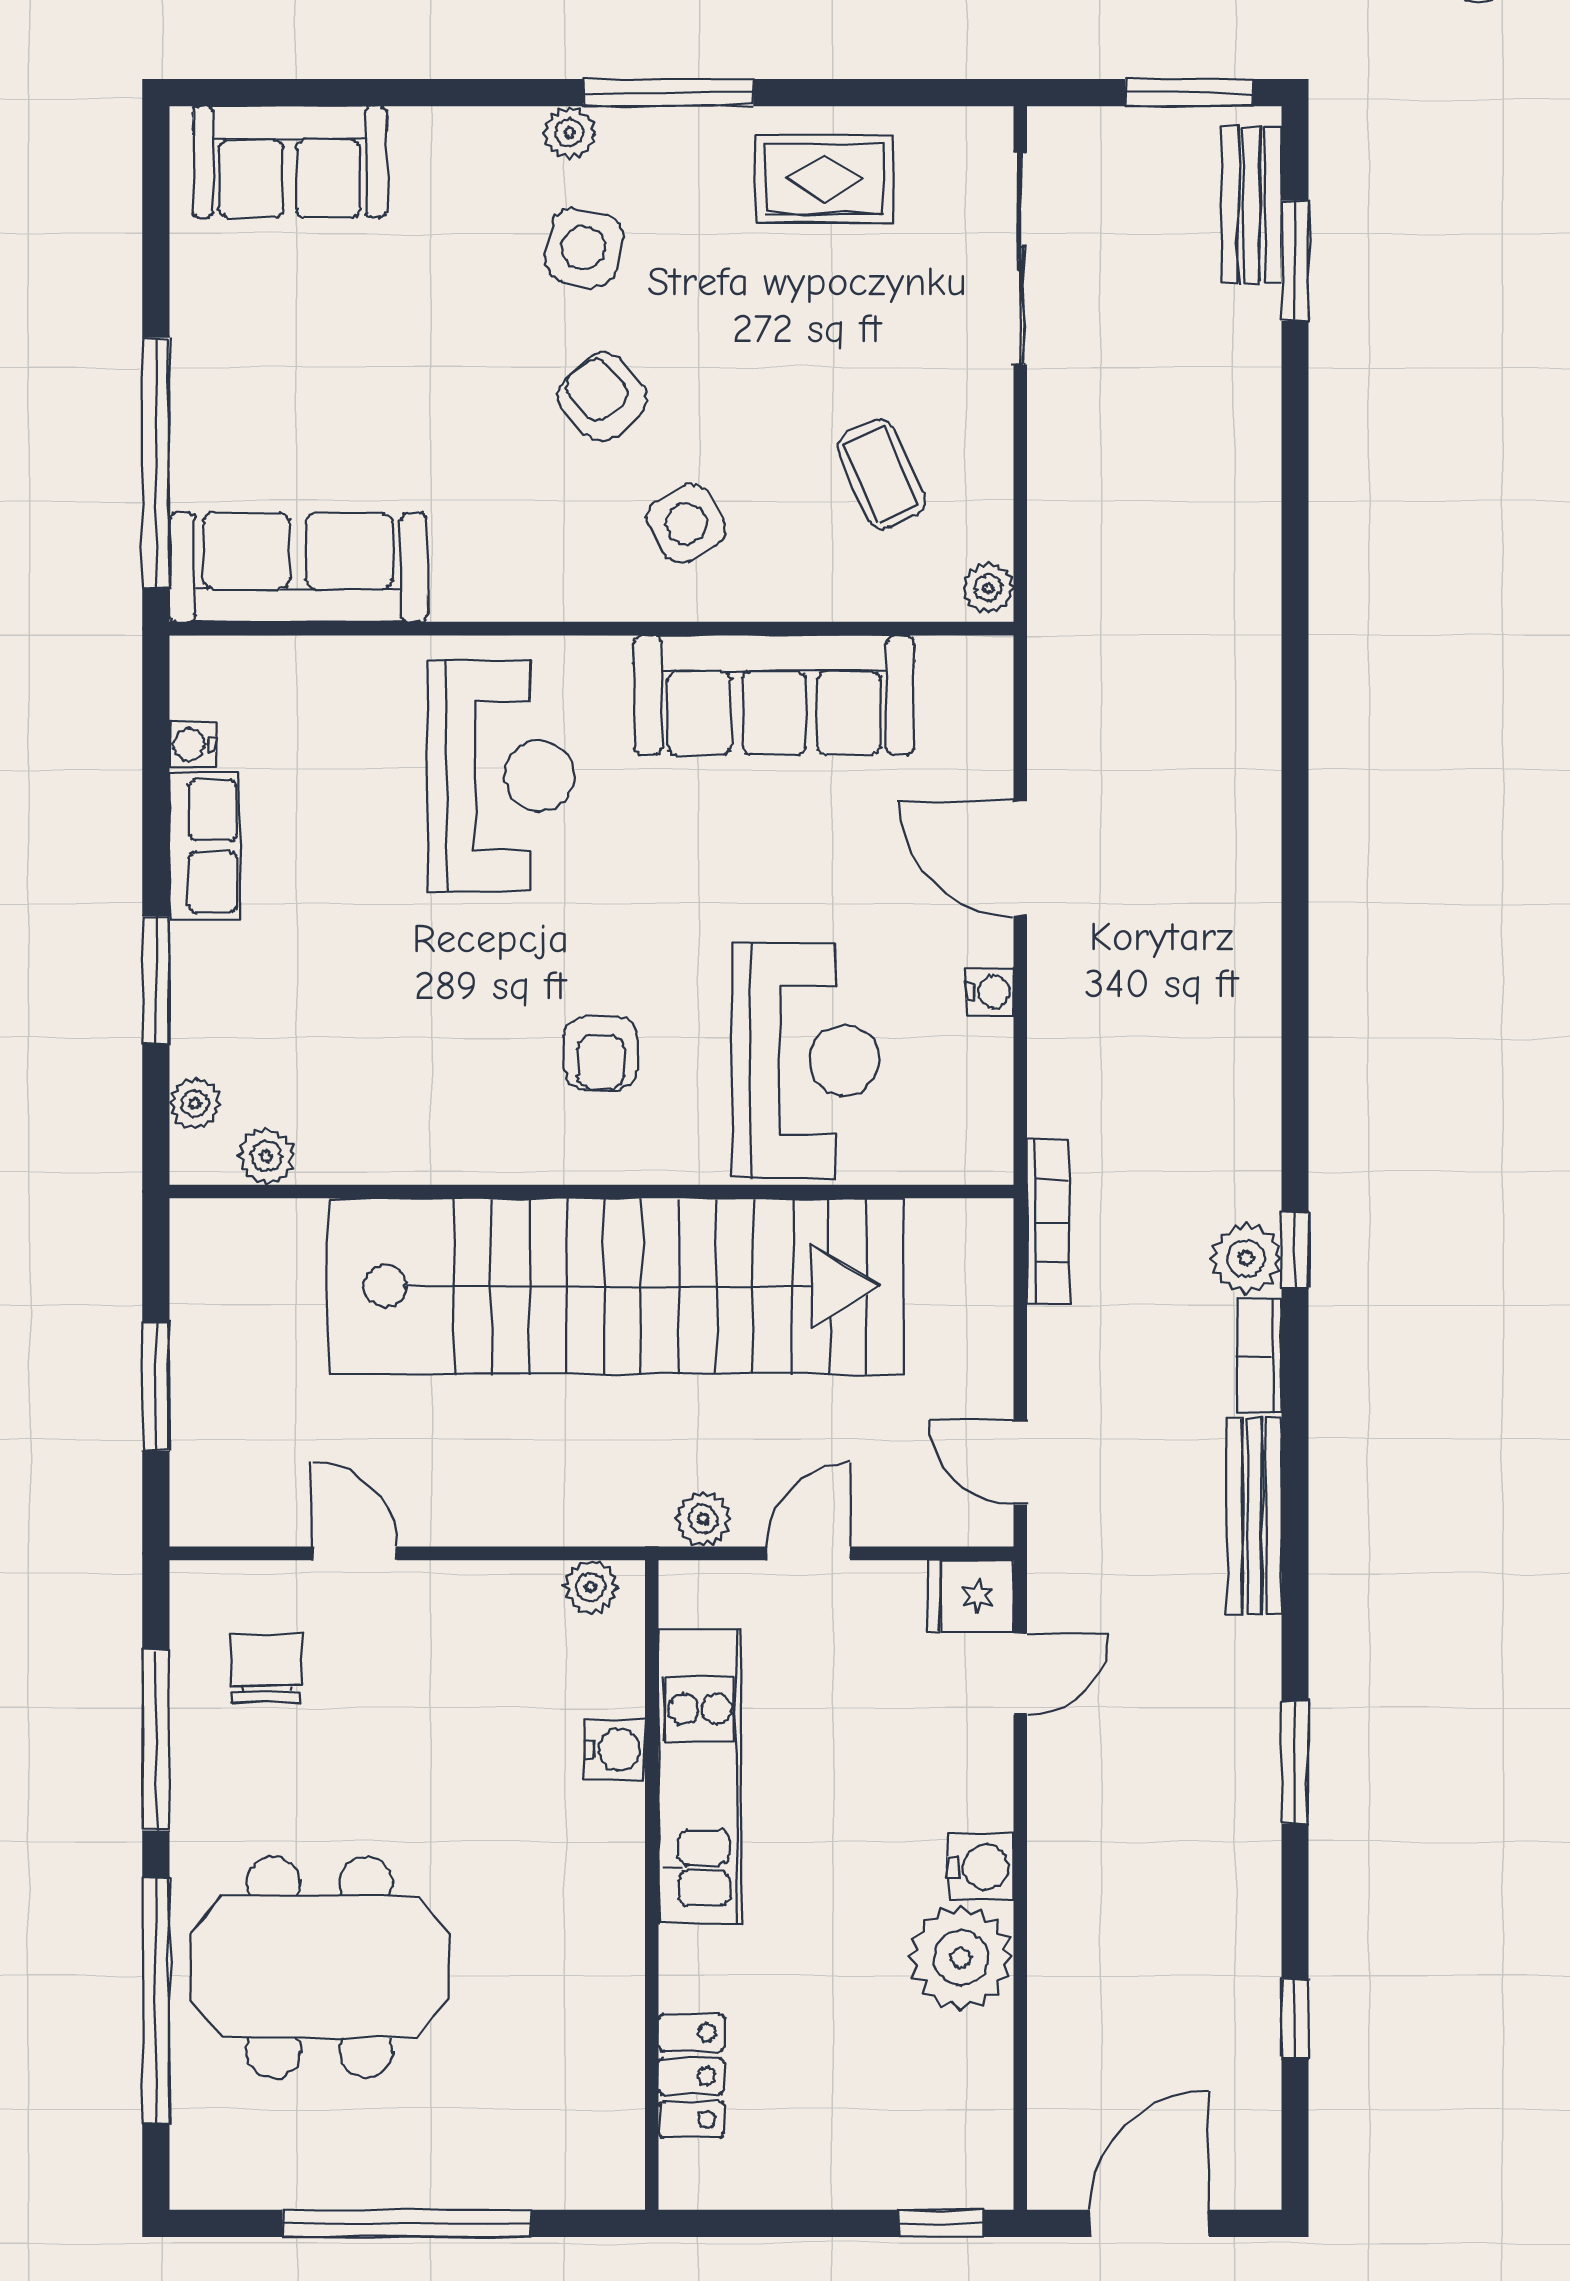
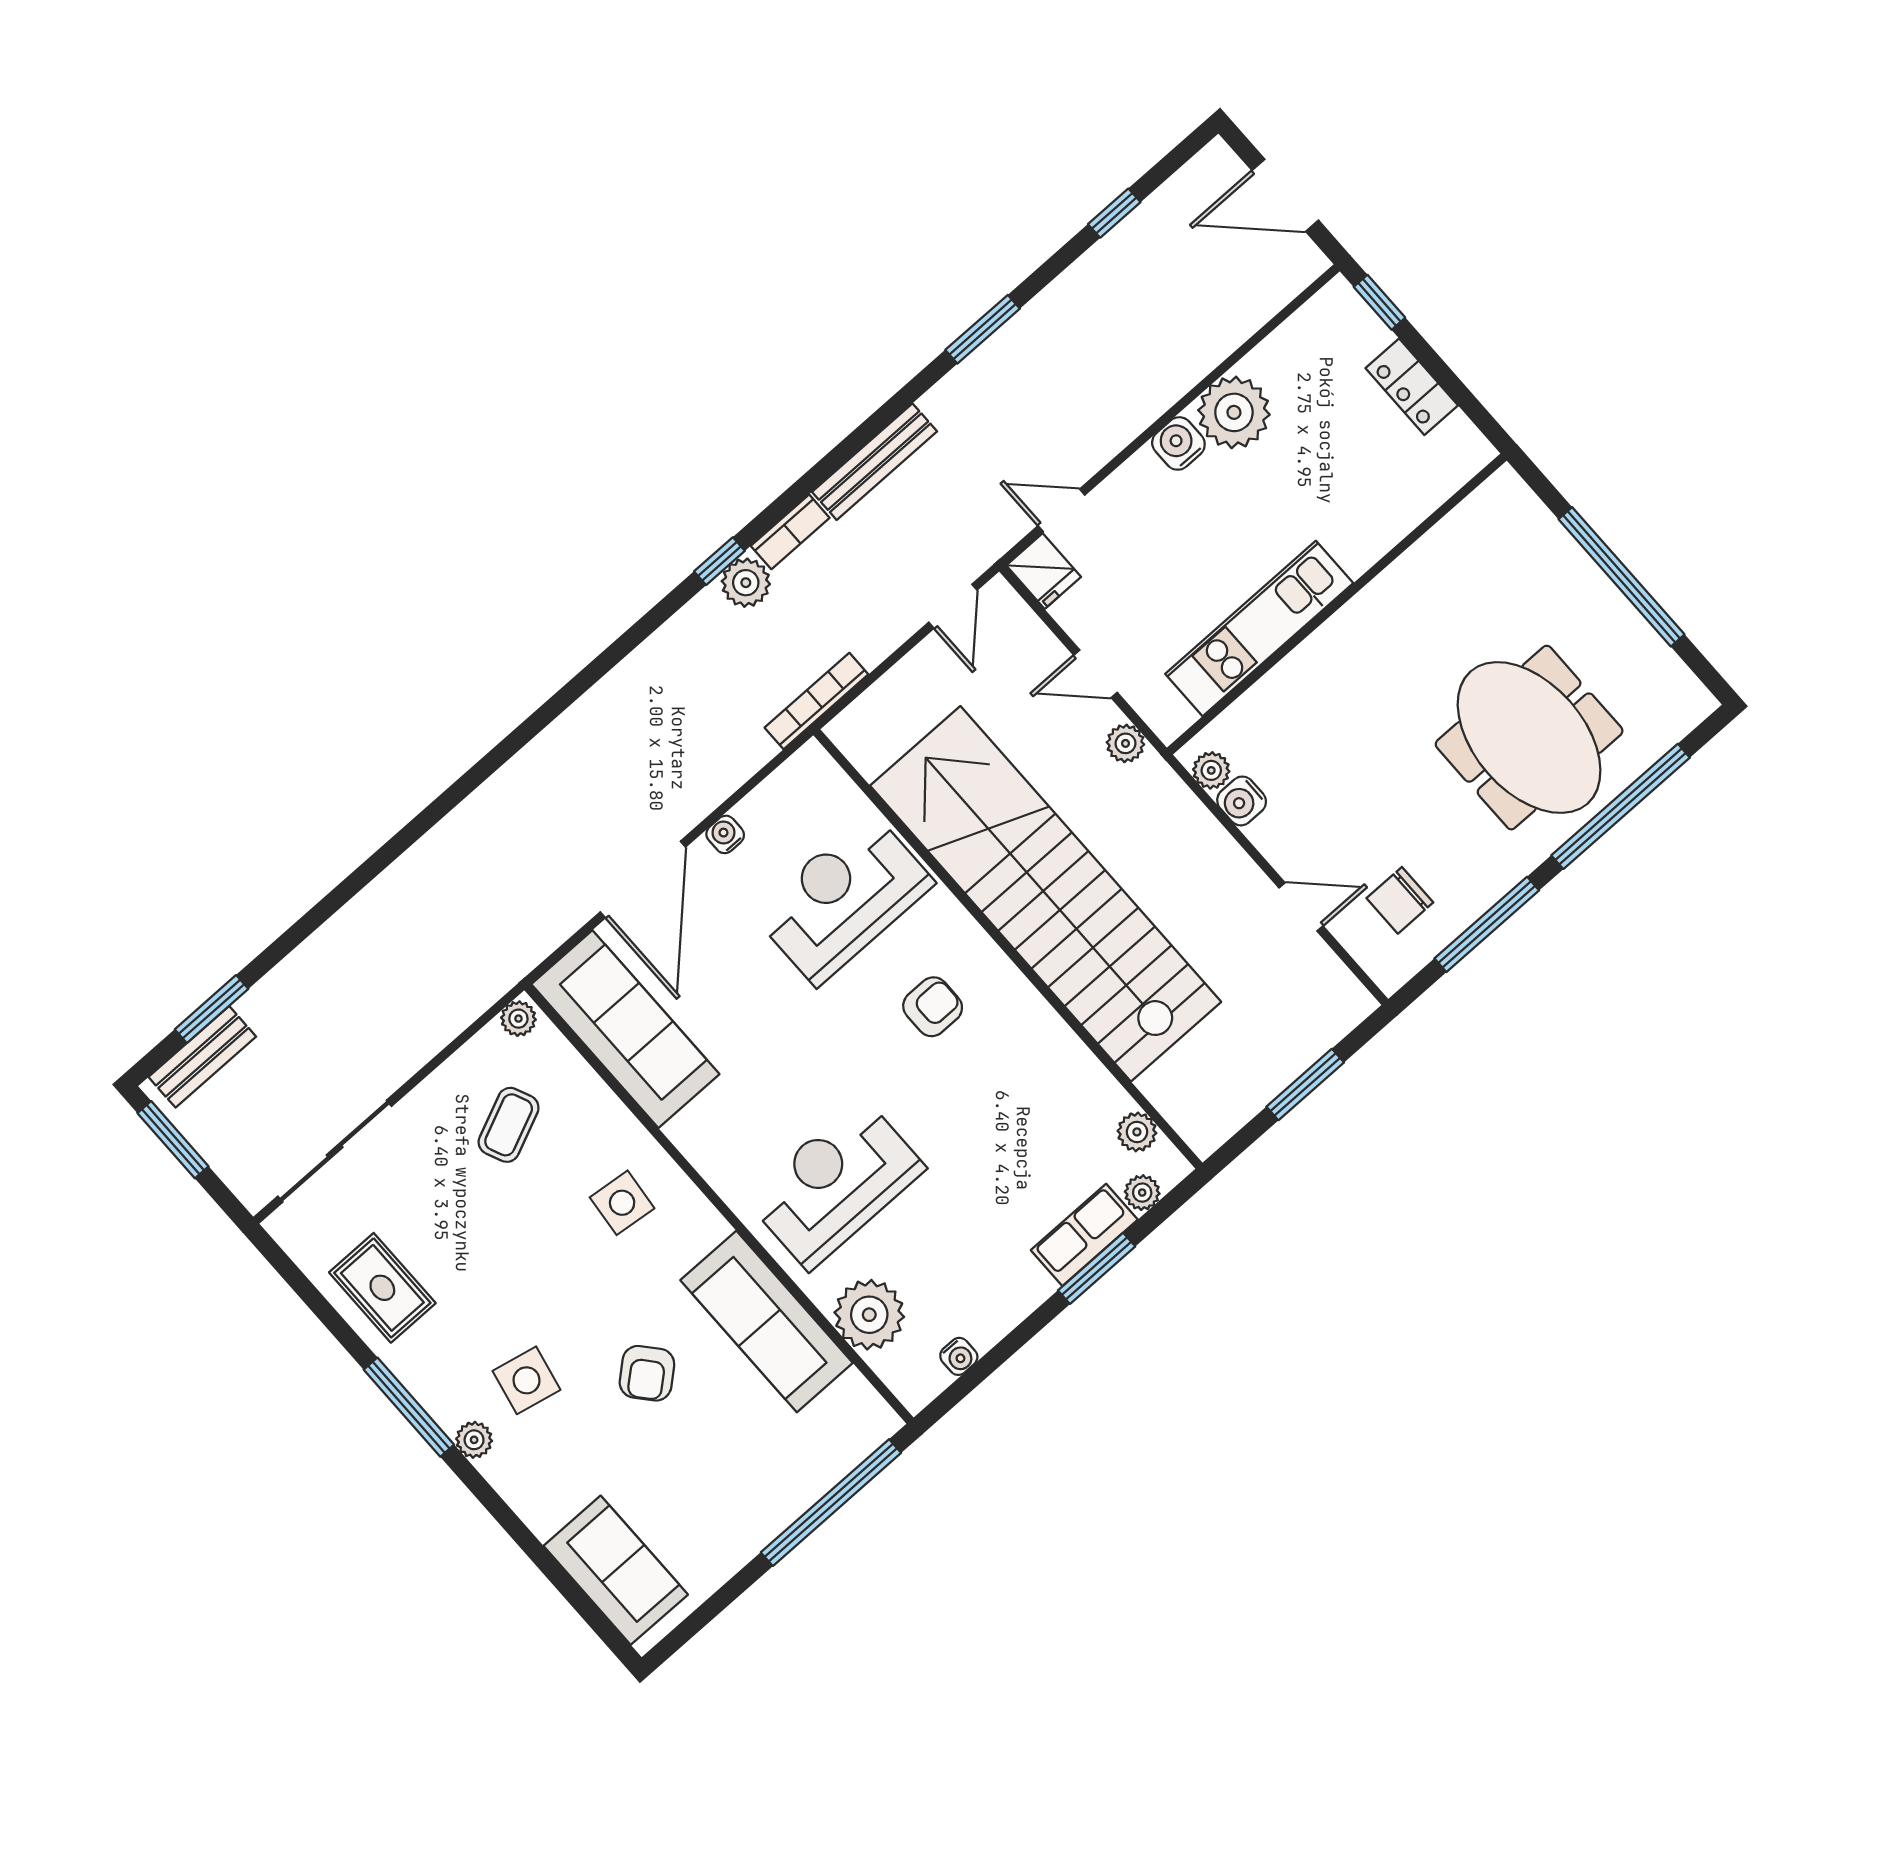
armchair: (603, 397) -> (647, 1373), moved
side table: (686, 524) -> (622, 1203), turned 35
sofa: (298, 567) -> (767, 1322), moved
plant: (325, 686) -> (869, 1315), added
sofa: (774, 695) -> (625, 1029), moved
row of seats: (204, 846) -> (1084, 1235), moved
door: (1020, 859) -> (643, 880), width x1.36
door: (354, 1553) -> (1301, 907), swing flipped
water cooler: (614, 1750) -> (1242, 801), moved, turned -90
locker: (691, 2076) -> (1412, 387), moved, turned -90

